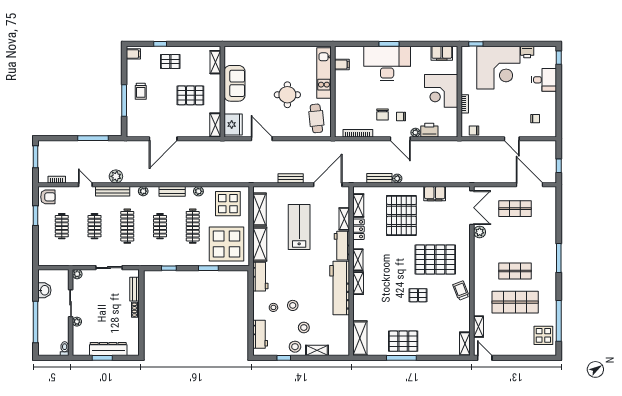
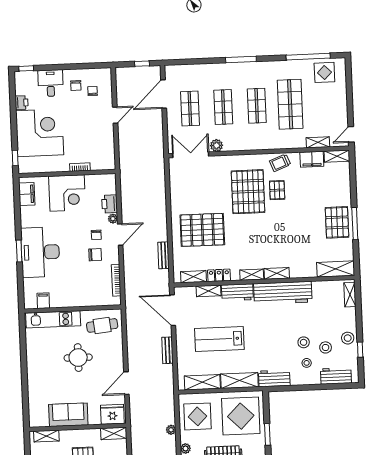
chair: (474, 130) -> (76, 86), moved
plant: (397, 178) -> (171, 430), moved
filing cabinet: (435, 194) -> (312, 159), moved, turned 90
shop shelf: (515, 240) -> (223, 107), added
pallet: (418, 295) -> (277, 190), moved
stool: (304, 328) -> (326, 347), moved
shelving: (317, 350) -> (350, 295), moved

